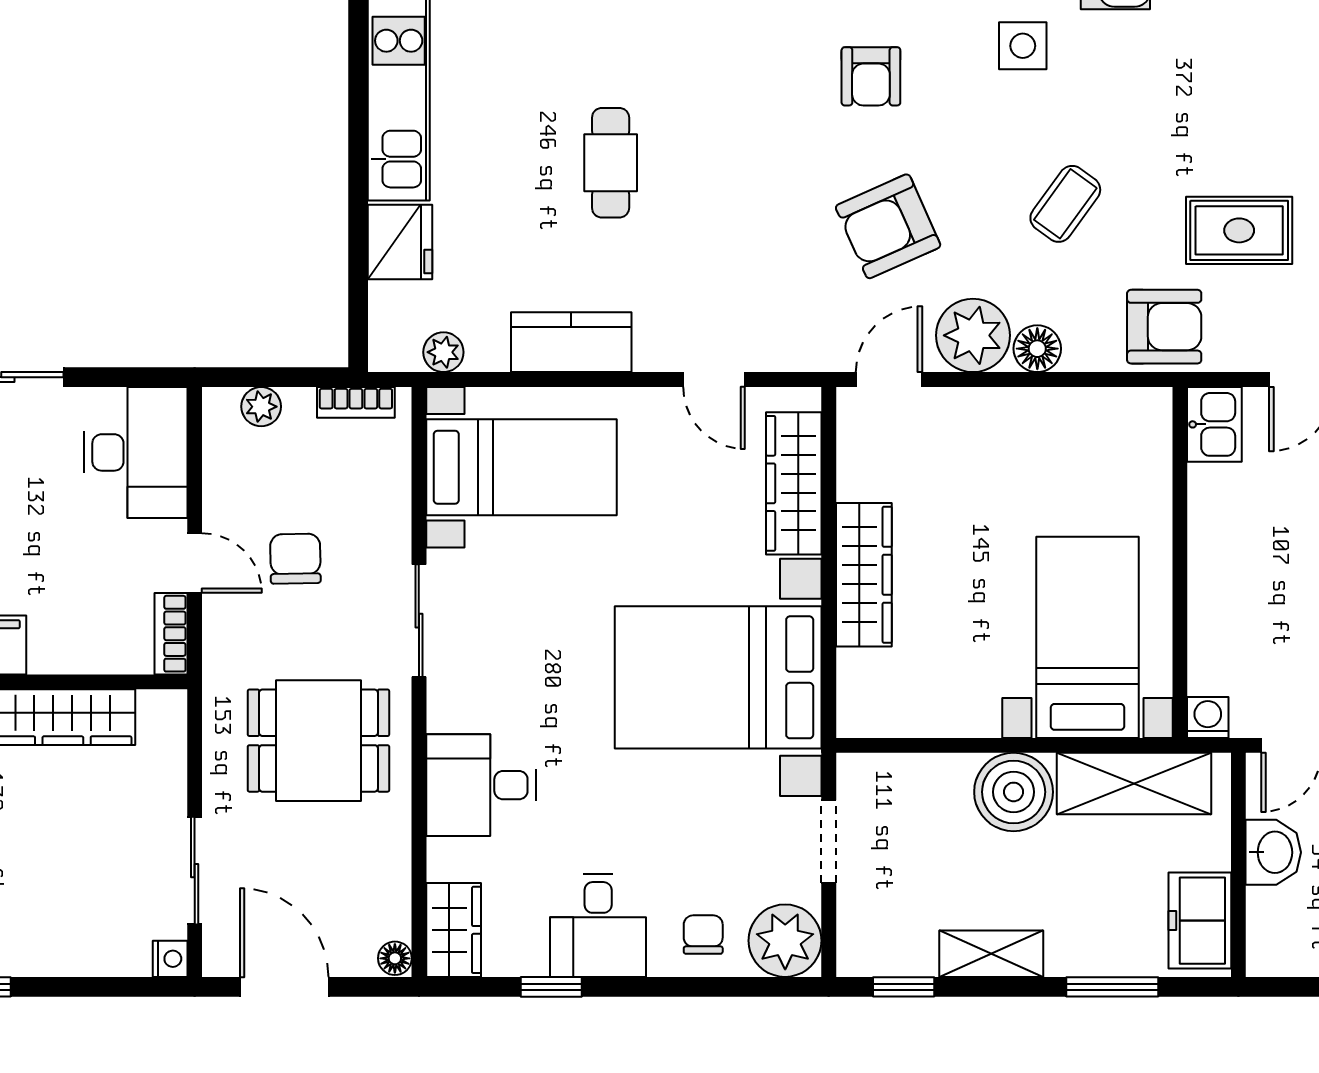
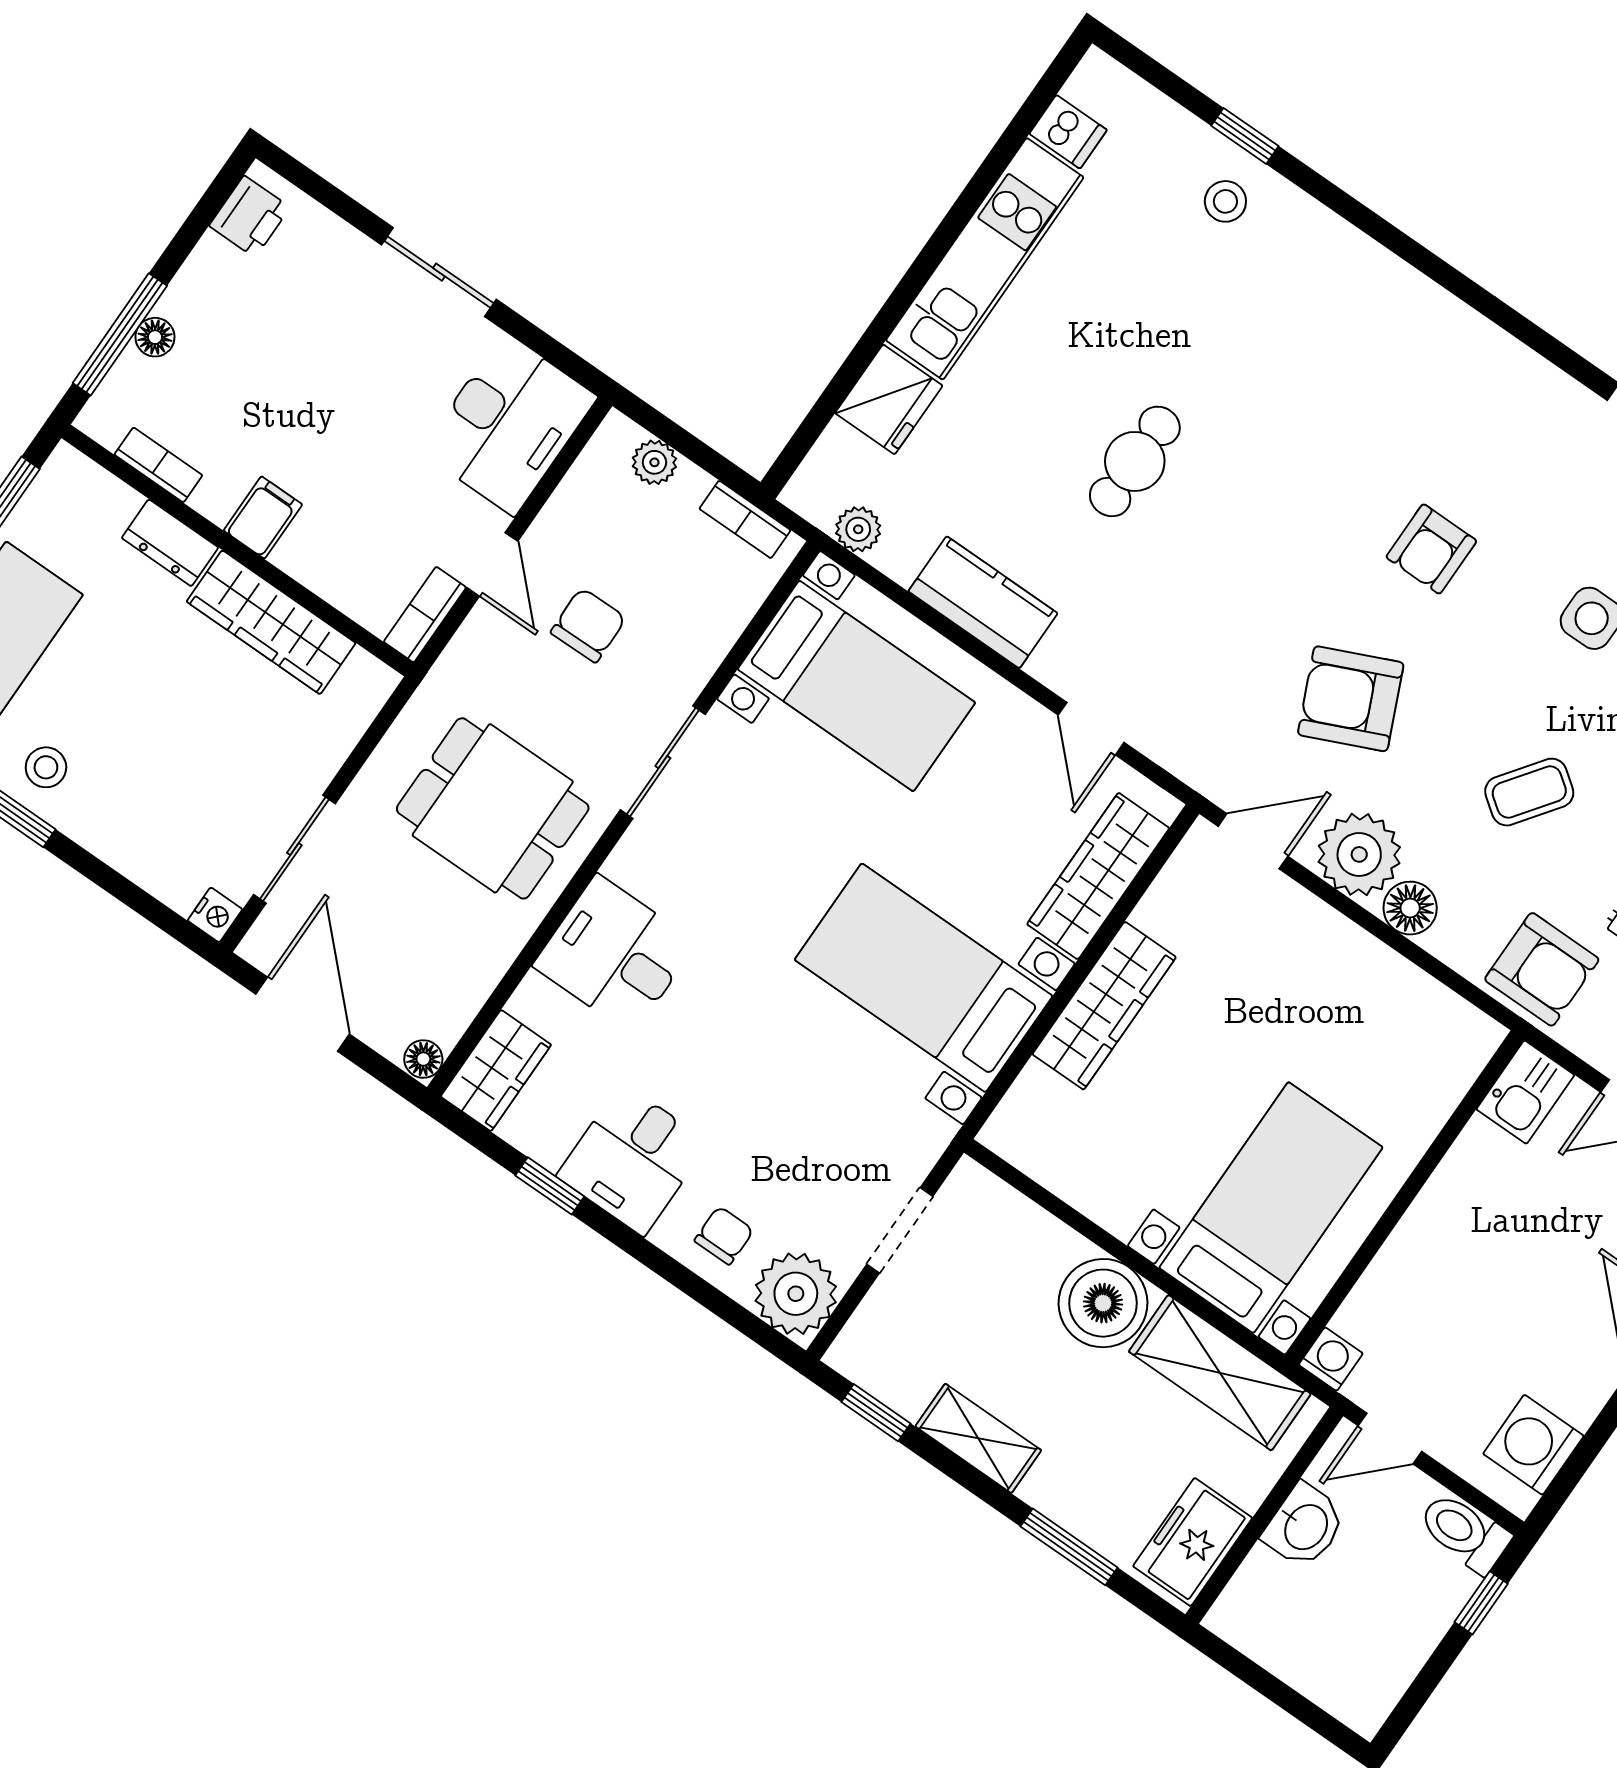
bed with nightstands: (718, 677) -> (924, 978), width x0.73

